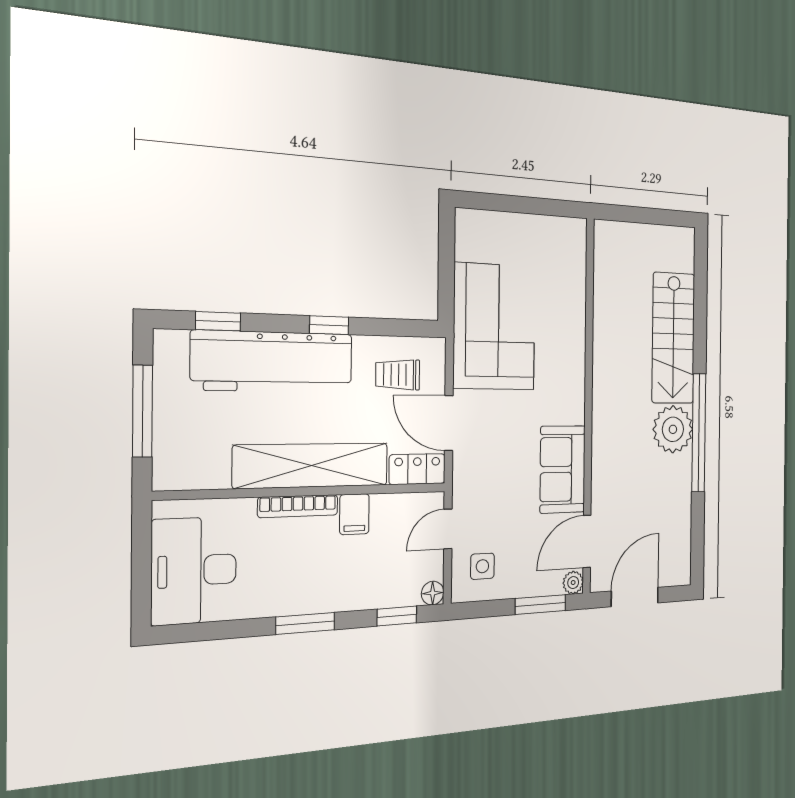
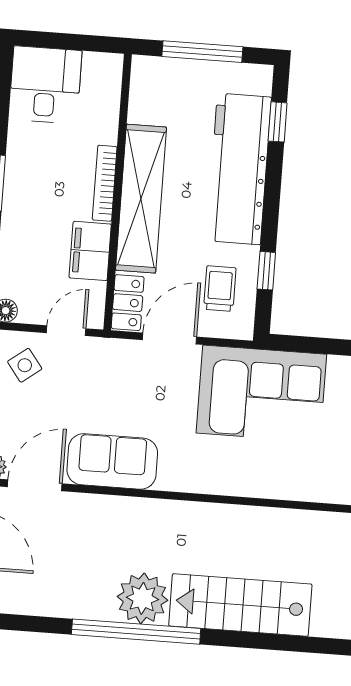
window: (329, 325) -> (266, 271), moved
filing cabinet: (354, 514) -> (90, 251), width x2.00
door: (448, 529) -> (66, 331), hinge flipped
door: (587, 541) -> (35, 485), hinge flipped
side table: (482, 566) -> (25, 365), turned -37
desk: (194, 571) -> (45, 85), width x0.73

